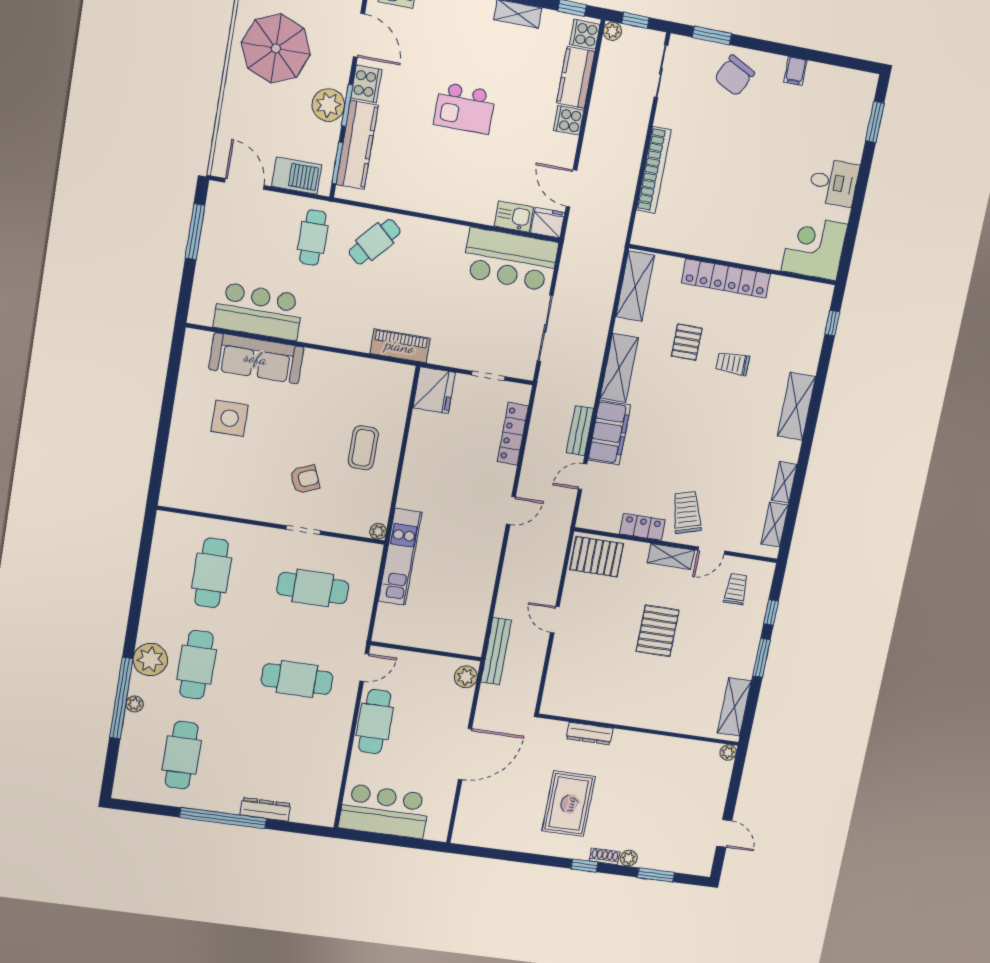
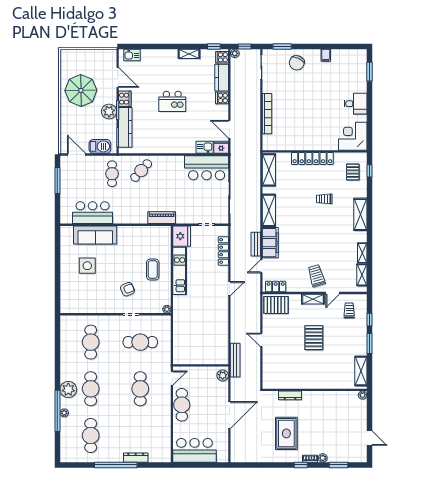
pallet: (687, 342) -> (353, 172), moved
locker: (642, 527) -> (276, 287), moved
kitchen unit: (400, 557) -> (180, 271), moved
cafe table: (297, 679) -> (140, 389), turned 90

